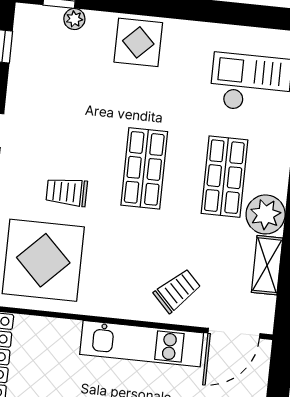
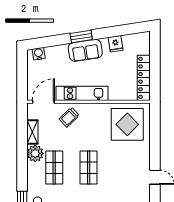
trolley: (67, 192) -> (120, 154), removed

